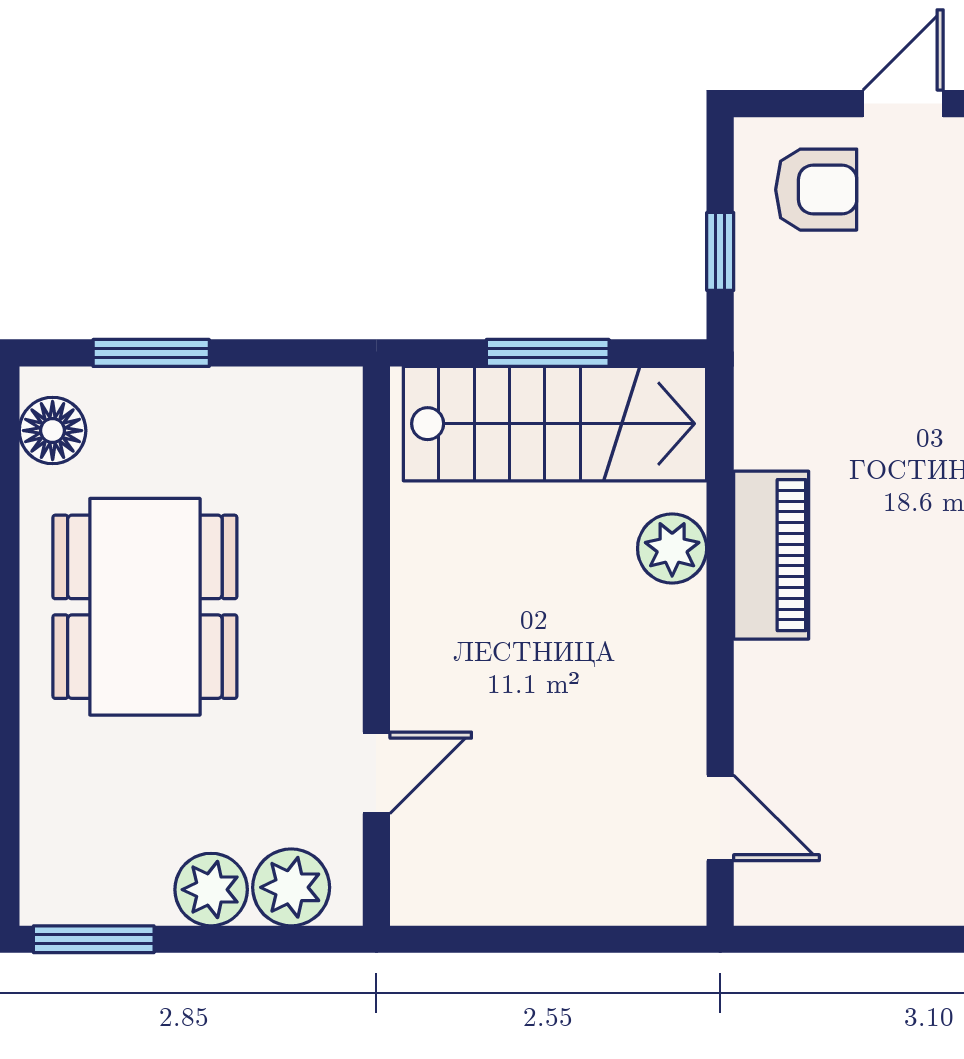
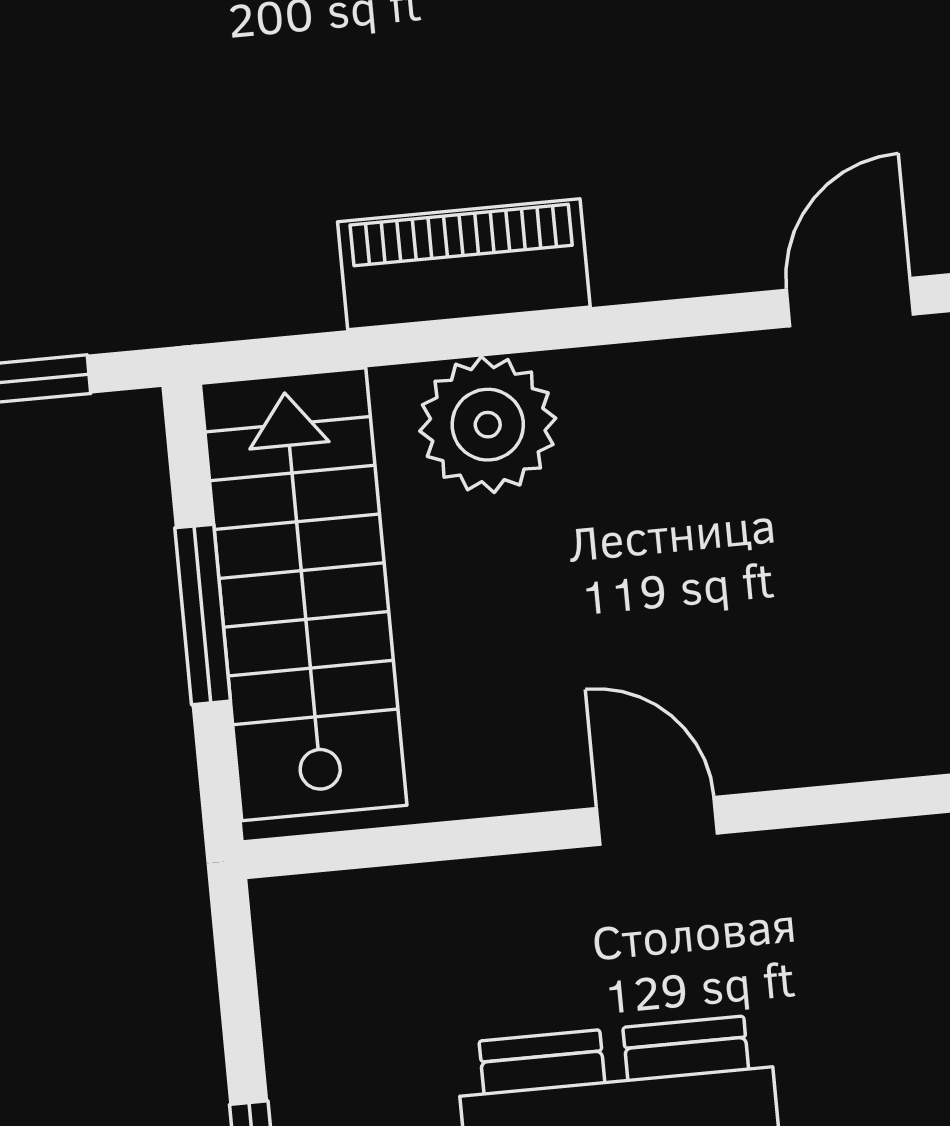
plant: (672, 549) -> (488, 425), width x1.36, depth x1.36
door: (376, 773) -> (657, 821), moved

